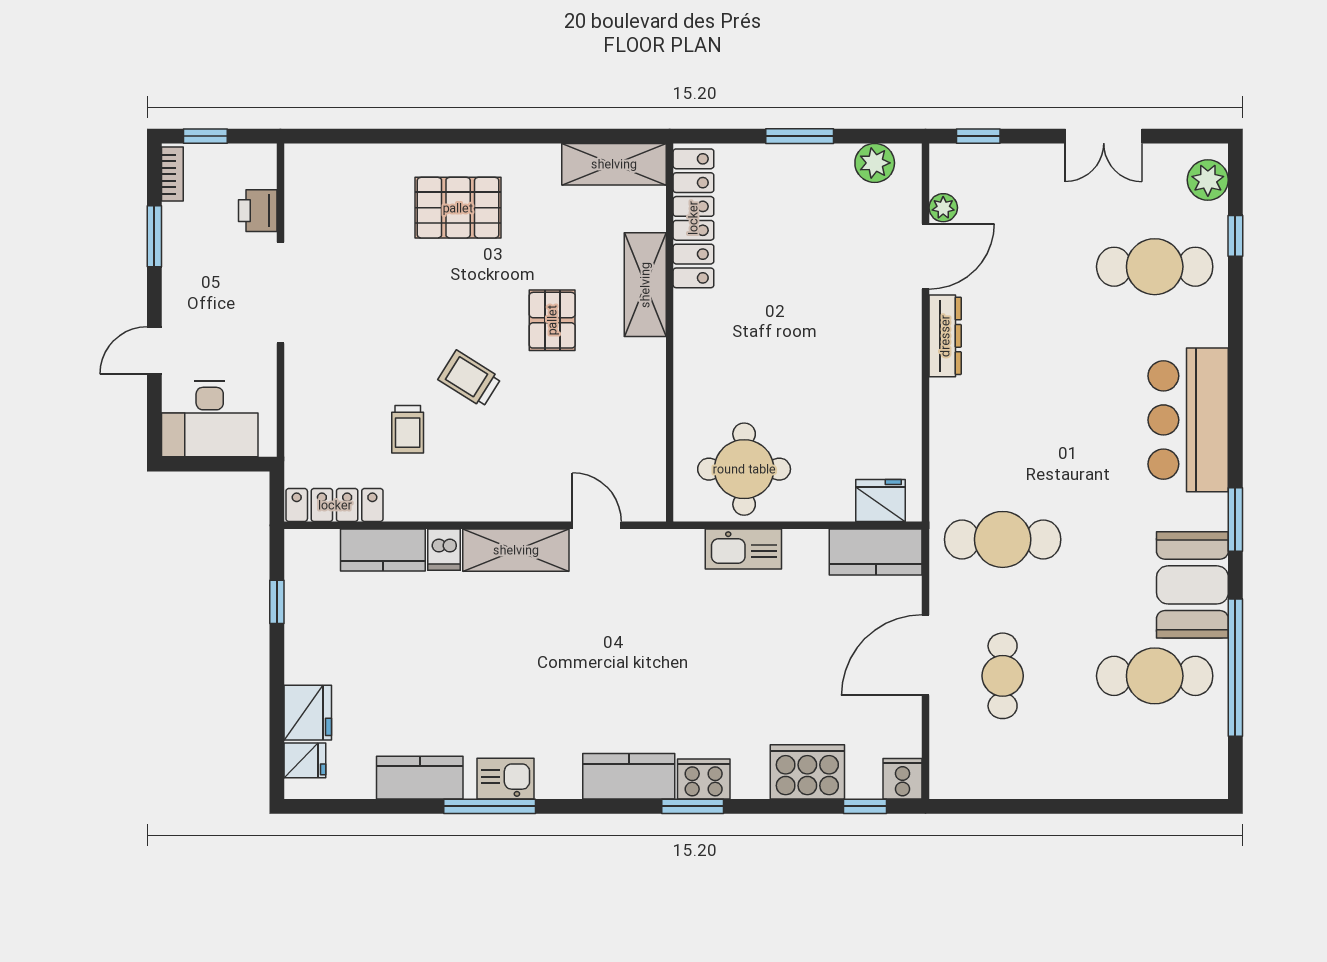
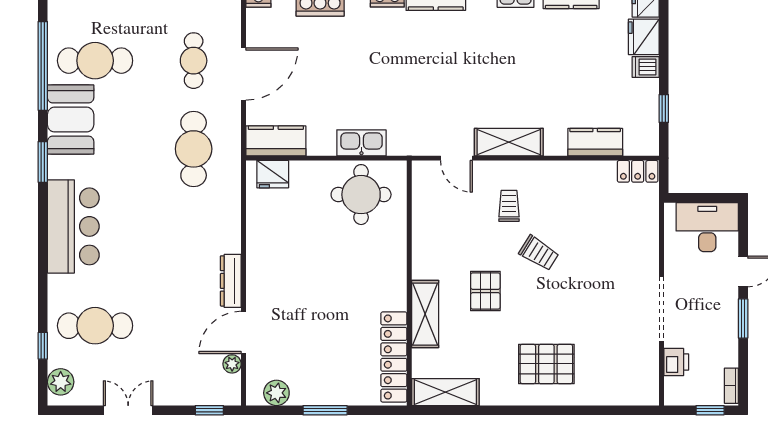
window: (154, 236) -> (743, 319), moved
trolley: (408, 429) -> (509, 206), moved
locker: (335, 505) -> (638, 171), width x0.66
cafe table: (1003, 539) -> (194, 149), turned 90
dishwasher: (444, 550) -> (646, 67), moved, turned -90

